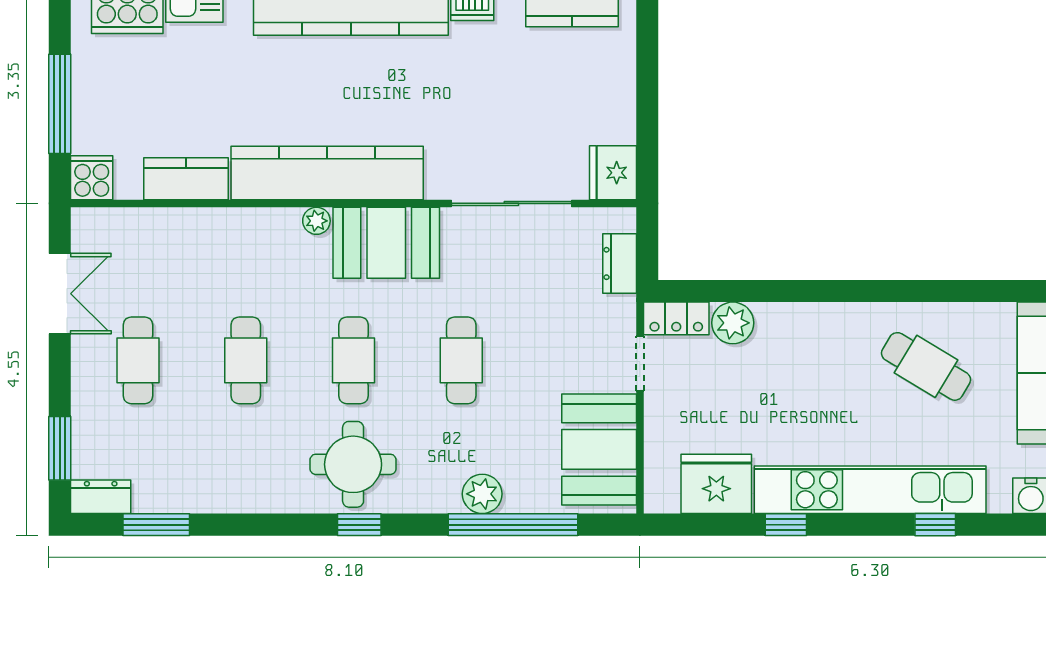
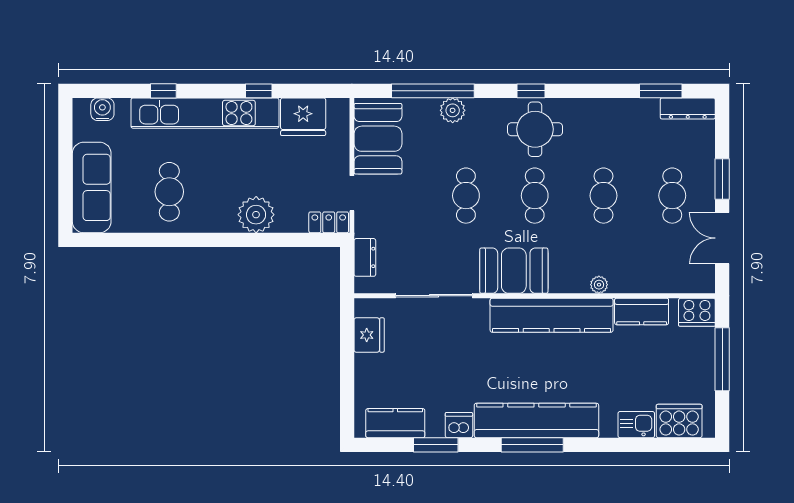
fridge: (613, 173) -> (369, 335), moved
cooker: (92, 178) -> (697, 312), width x1.36
plant: (316, 221) -> (599, 285), moved
plant: (733, 323) -> (256, 215), moved, width x1.36, depth x1.36
cafe table: (926, 366) -> (169, 192), turned 59
window: (60, 448) -> (722, 179), moved
dresser: (101, 497) -> (688, 109), width x1.44

